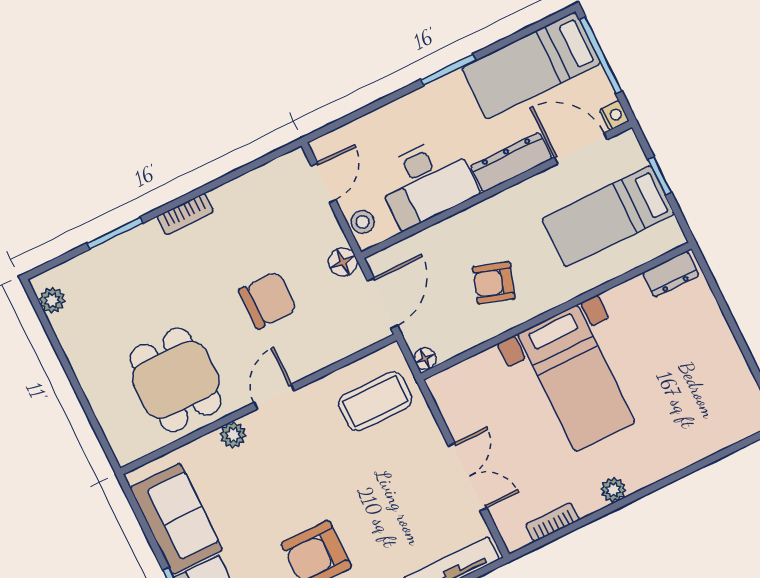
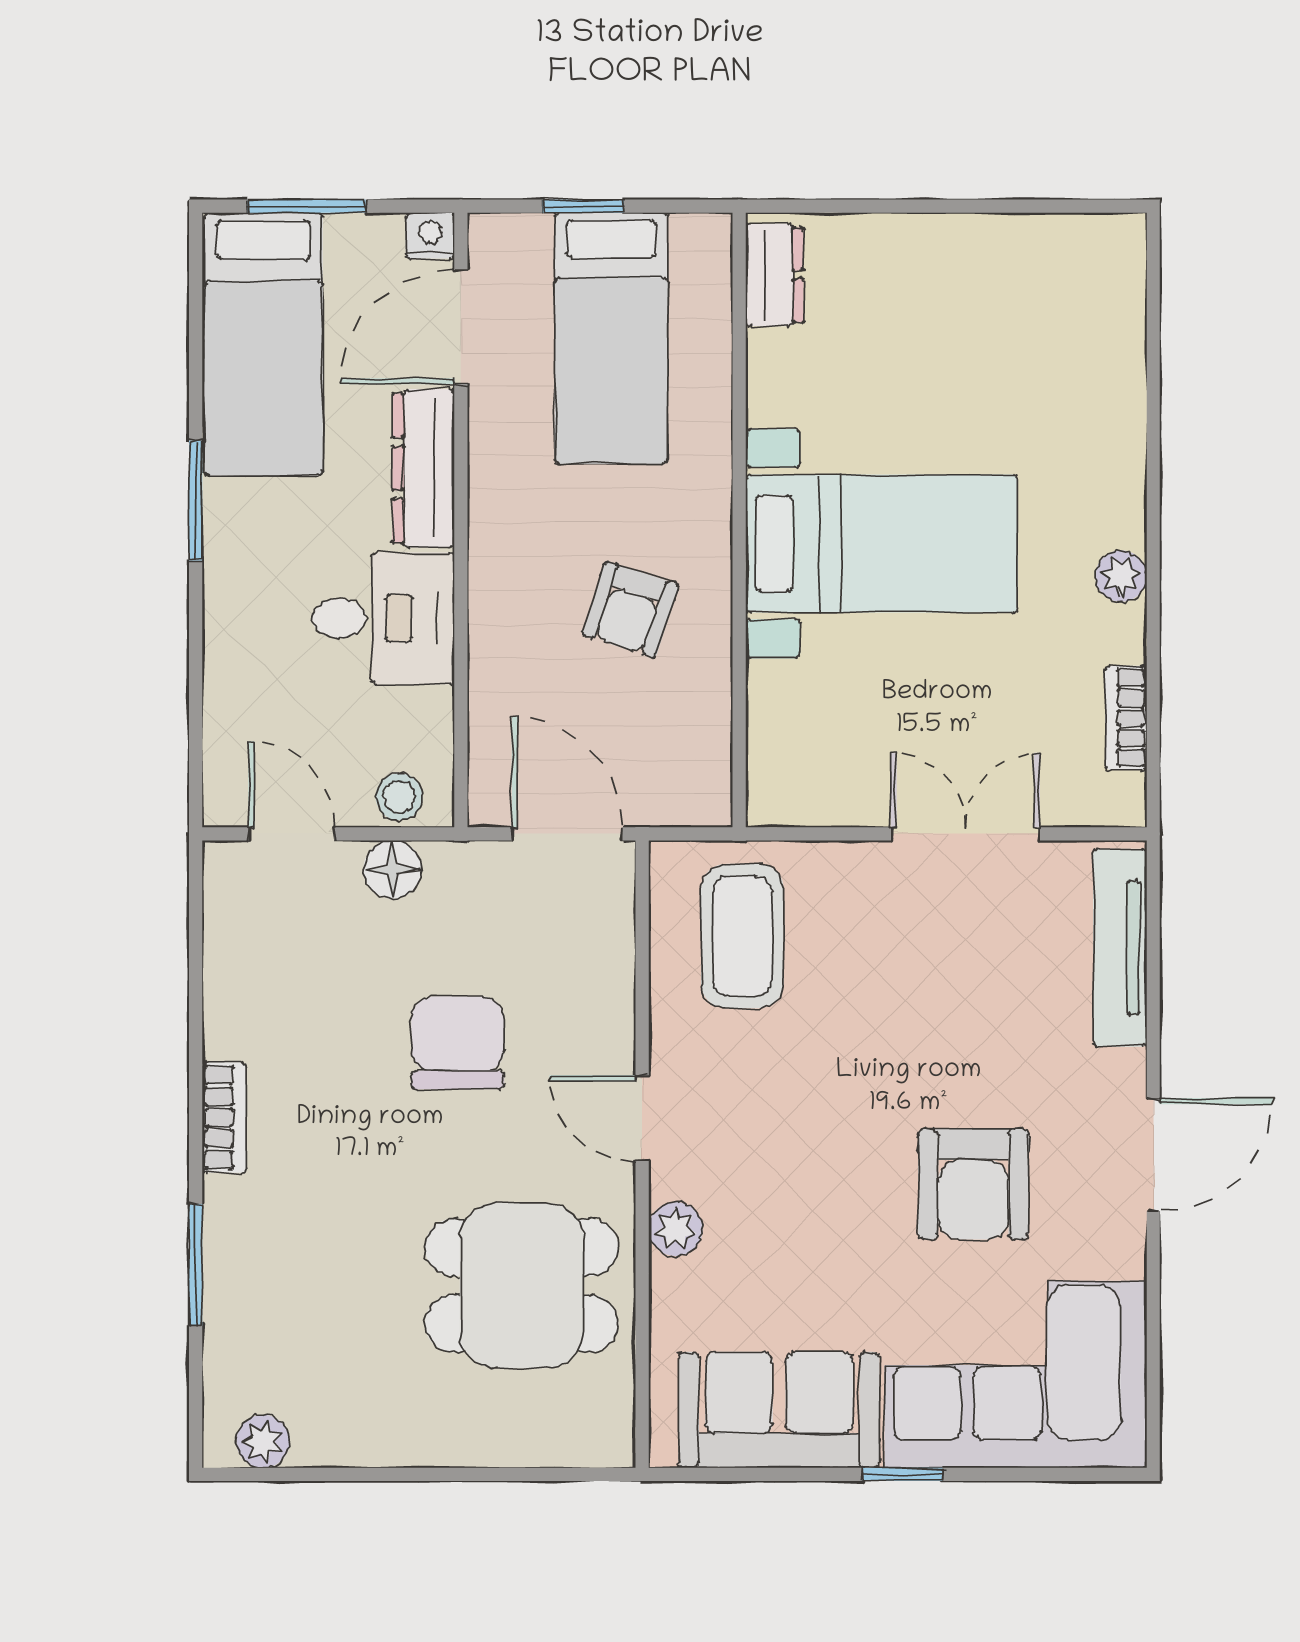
window: (601, 55) -> (307, 206), width x0.69
desk: (426, 182) -> (383, 618), width x0.73
floor lamp: (343, 262) -> (393, 869), moved
floor lamp: (425, 359) -> (708, 805), removed

